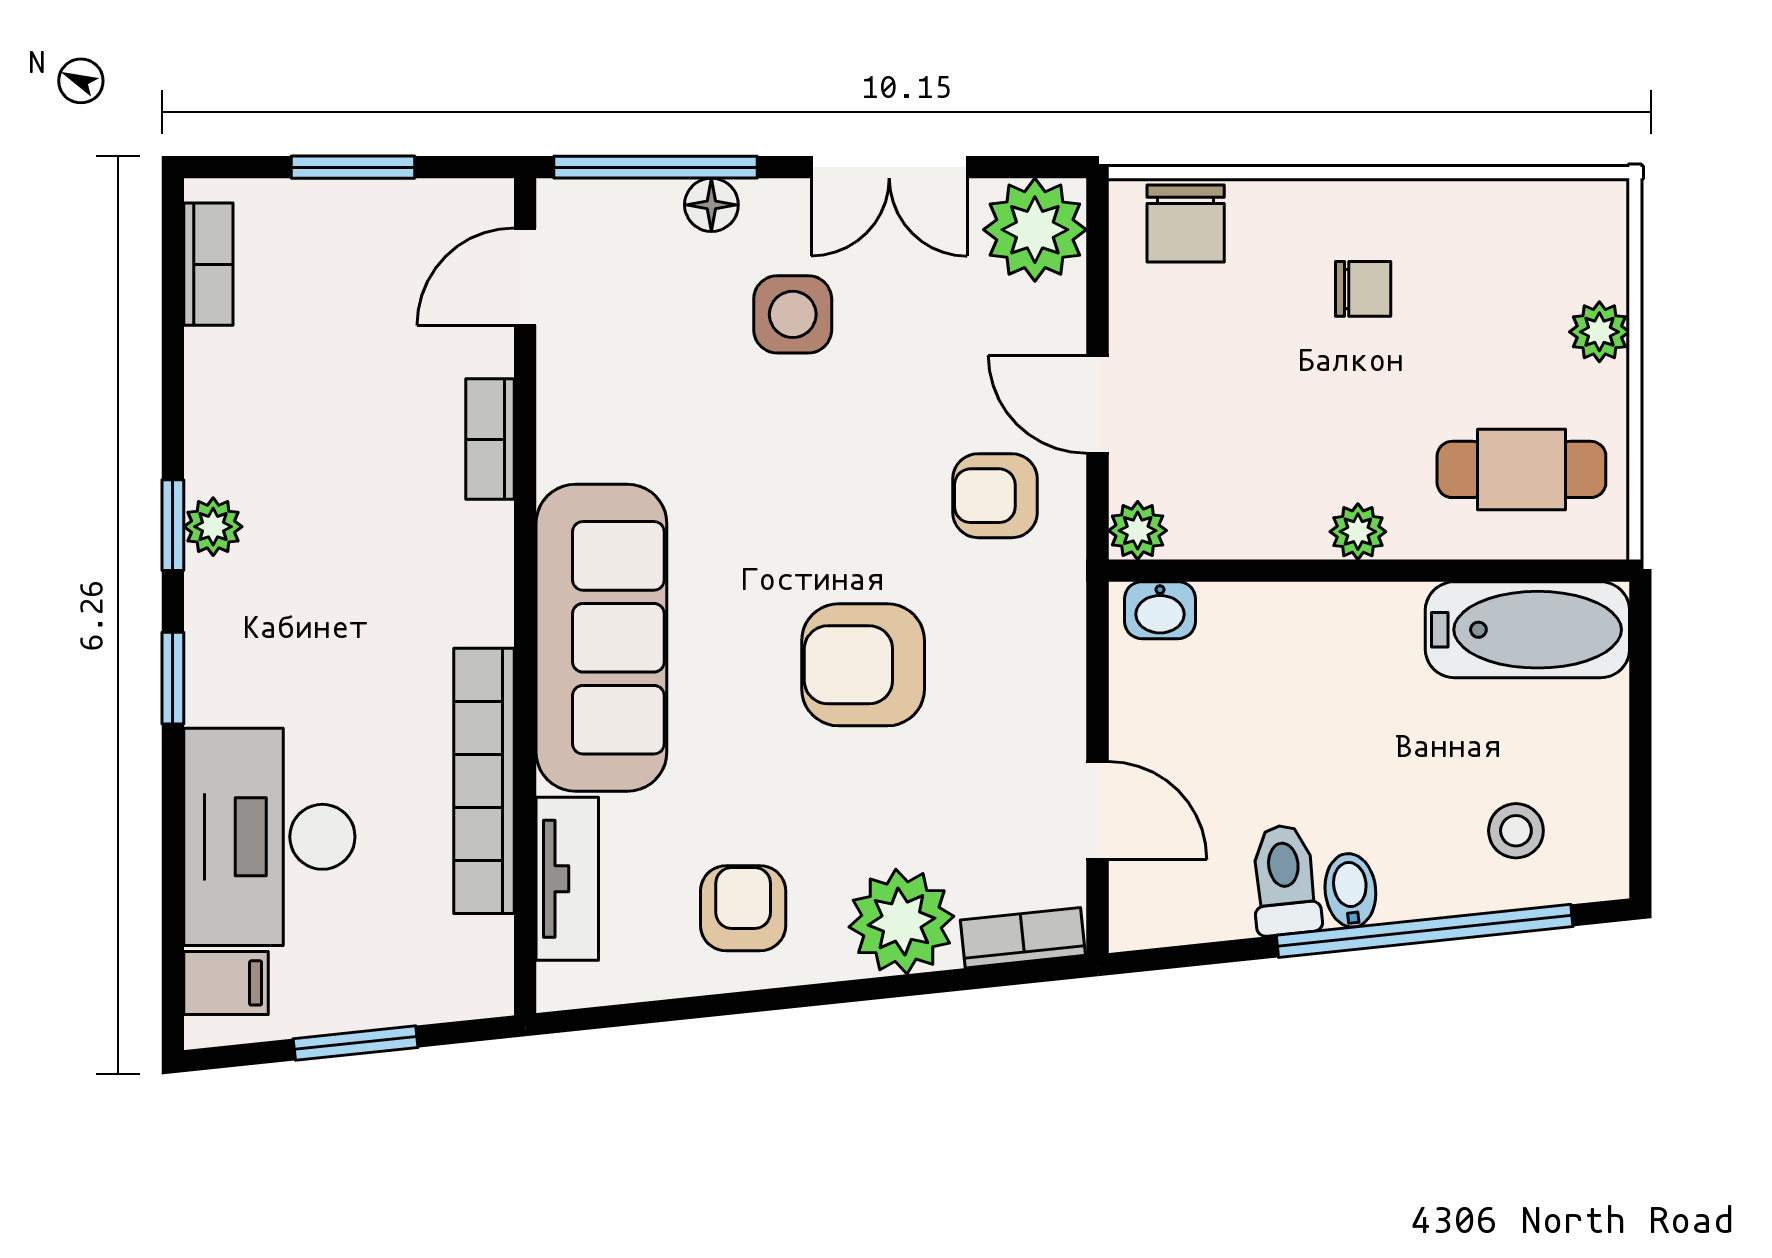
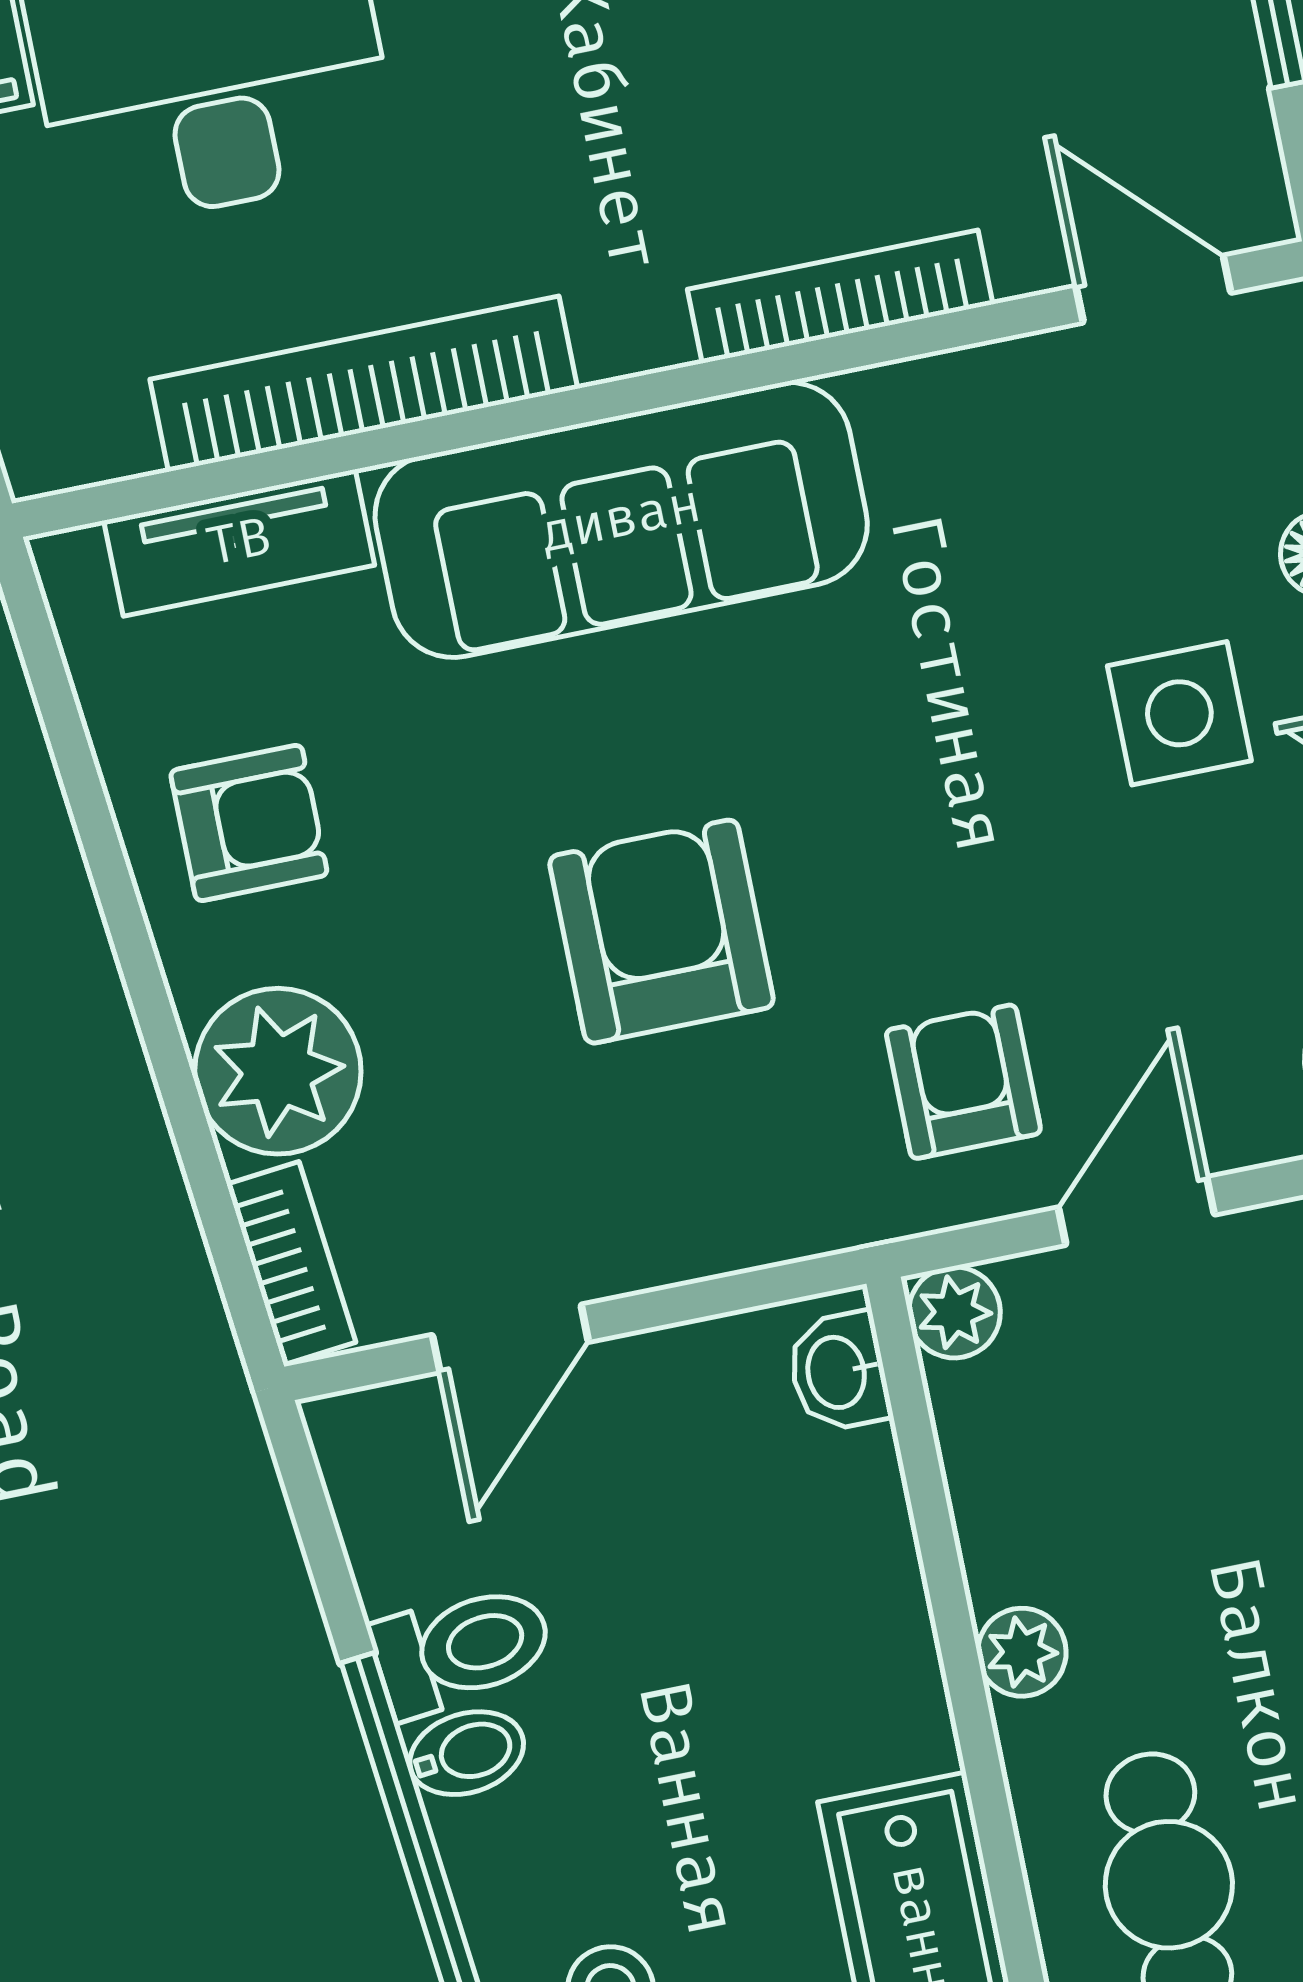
bookcase: (490, 439) -> (840, 297), width x1.56

